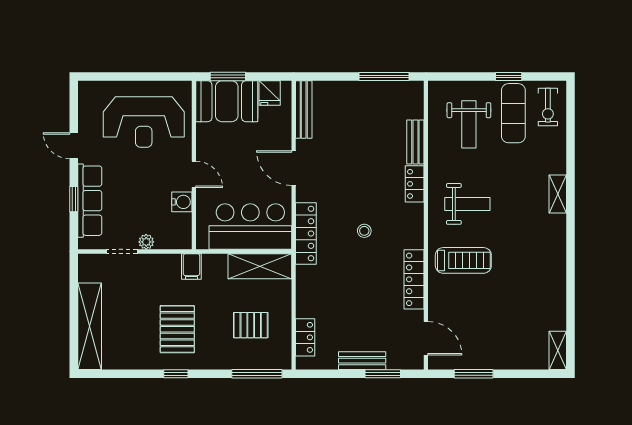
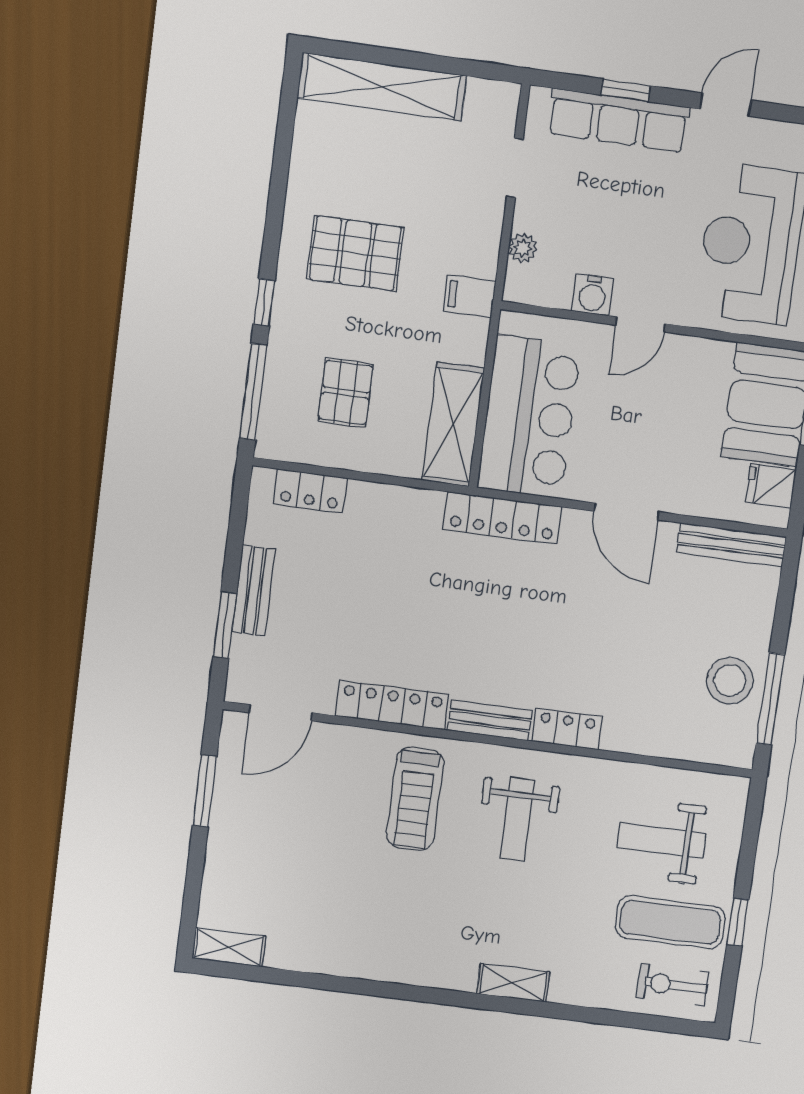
bench: (415, 142) -> (490, 720), moved
door: (294, 168) -> (626, 512), swing flipped
stool: (364, 231) -> (730, 681), moved, width x1.89, depth x1.89
plant: (146, 242) -> (523, 248), moved
window: (176, 374) -> (264, 302), moved

